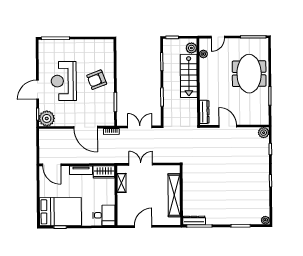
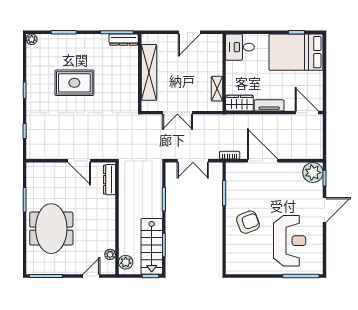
stairs: (189, 76) -> (152, 246), moved, turned 180
reception desk: (64, 81) -> (290, 241), moved
plant: (264, 133) -> (33, 152), removed
double door: (141, 164) -> (177, 113), moved
rug: (232, 187) -> (74, 83), added

